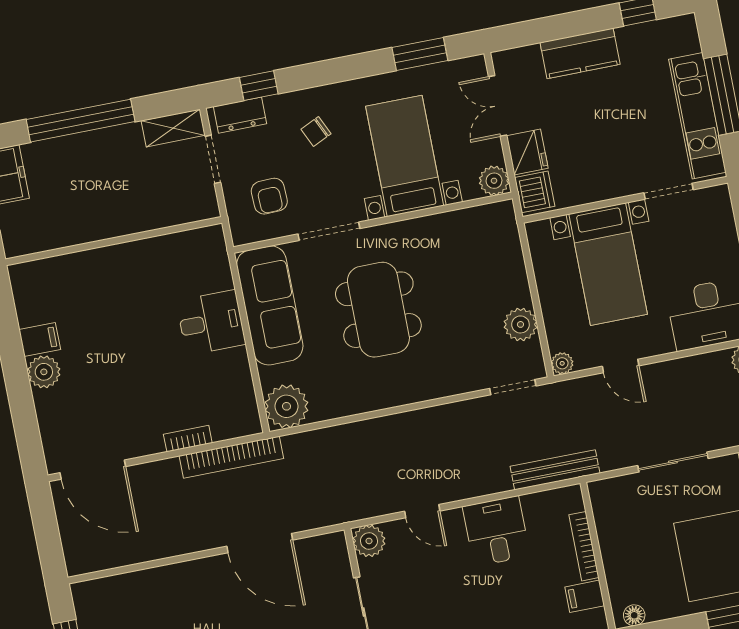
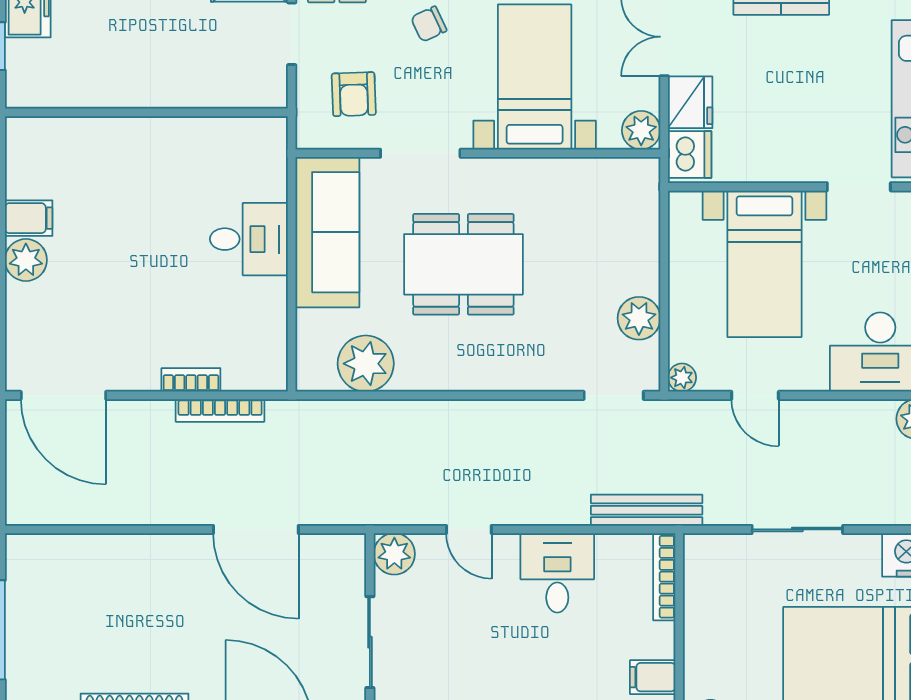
dining table: (378, 310) -> (463, 264), turned 90
plant: (286, 406) -> (366, 364), moved
bookcase: (231, 457) -> (220, 410), width x0.68, depth x0.76
bookcase: (584, 546) -> (664, 577), moved

